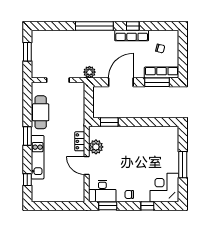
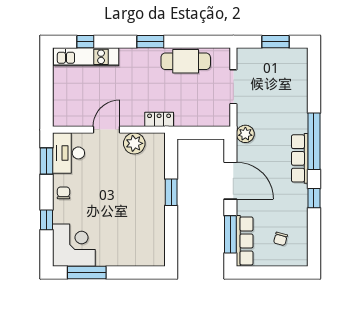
row of seats: (132, 35) -> (300, 158), moved
window: (109, 122) -> (171, 192), moved
locker: (80, 141) -> (159, 119), moved
kitchen unit: (38, 157) -> (86, 57), moved
window: (183, 165) -> (87, 273), moved

